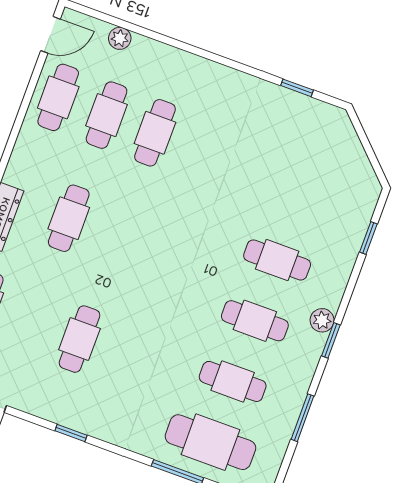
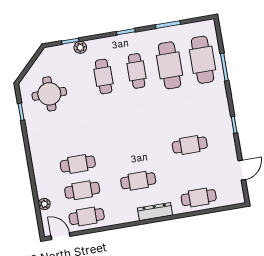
round table: (300, 152) -> (49, 94), added
plant: (322, 320) -> (80, 47), moved
cafe table: (233, 381) -> (170, 65), width x1.37, depth x1.35

